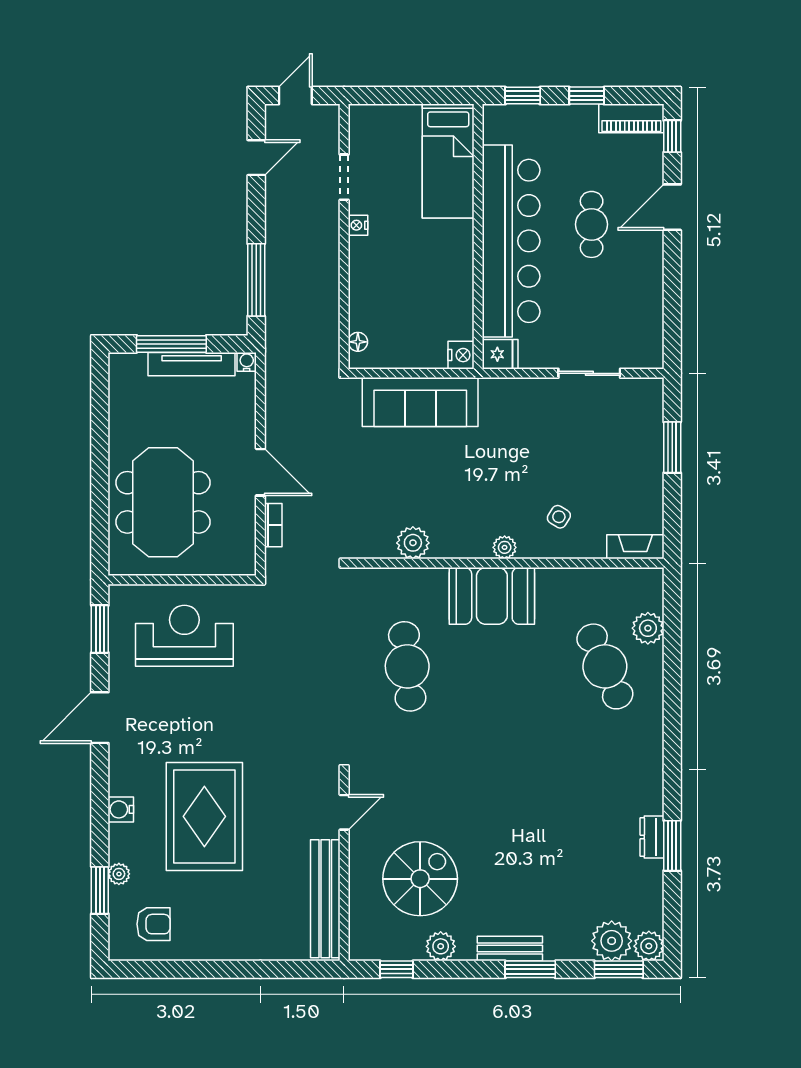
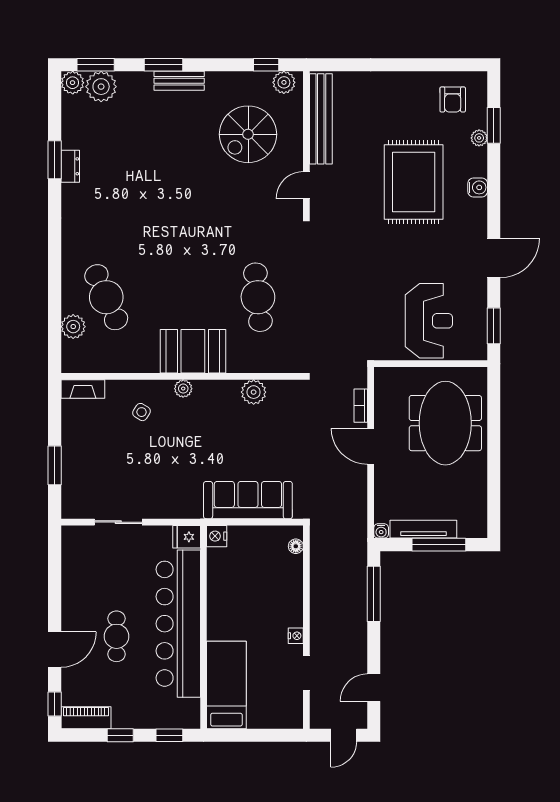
reception desk: (184, 636) -> (429, 321), turned -90
armchair: (153, 924) -> (453, 99), turned -90
plant: (441, 946) -> (284, 82), moved

